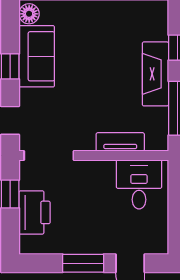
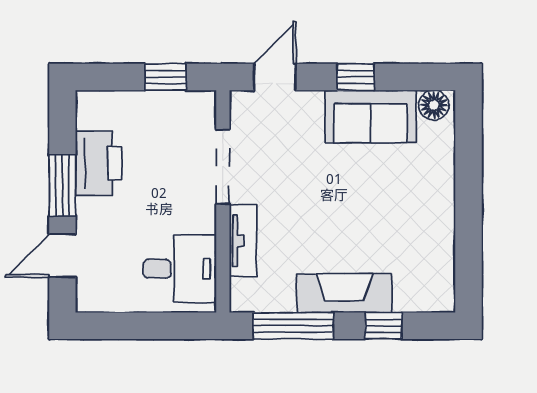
doorway: (49, 155) -> (223, 167), moved
printer: (35, 212) -> (99, 163), moved, turned -90

